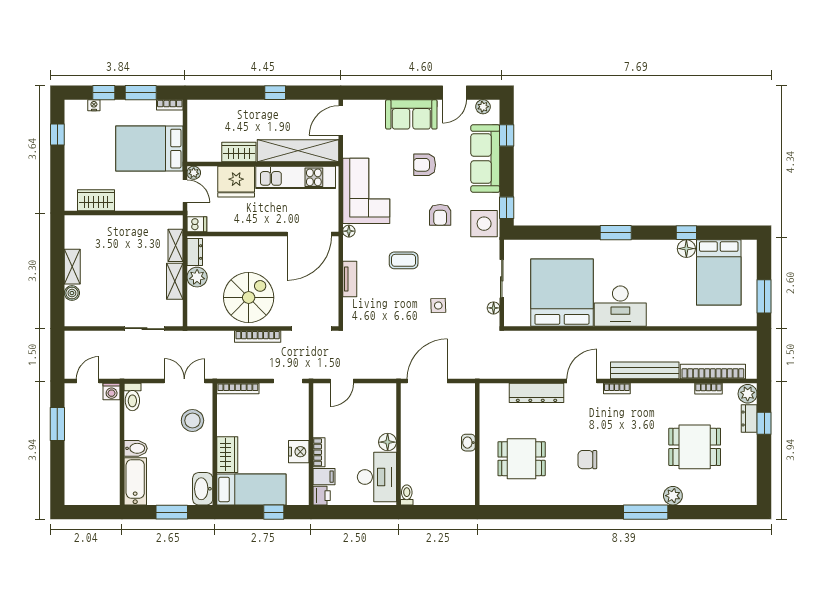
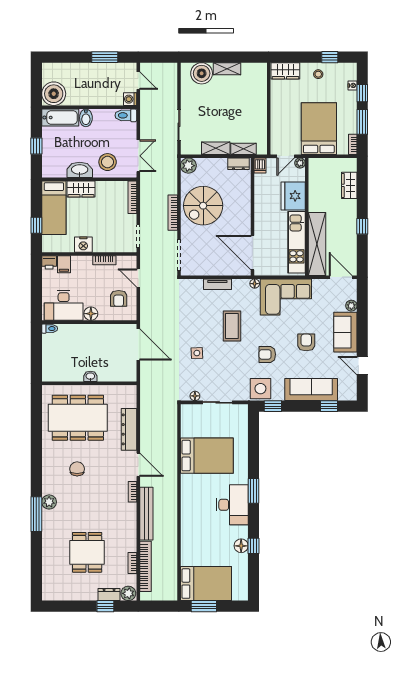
plant: (483, 107) -> (351, 306), moved
stool: (79, 149) -> (318, 74), added
wardrobe: (239, 152) -> (349, 185), moved, turned 180
wardrobe: (96, 200) -> (285, 71), moved, turned 90
coffee table: (404, 260) -> (232, 326), width x1.36, depth x1.30
bed: (719, 272) -> (206, 584), moved, turned 180
plant: (197, 277) -> (188, 166), moved
boiler: (72, 293) -> (202, 73), width x1.86, depth x1.86
bed: (562, 293) -> (207, 456), width x0.73
spiral stairs: (249, 297) -> (203, 206), turned 90
desk: (620, 306) -> (232, 505), moved, turned 180
armchair: (368, 406) -> (119, 298), added
bookcase: (319, 452) -> (104, 260), moved
dining table: (522, 459) -> (78, 418), width x1.88, depth x1.24
washbasin: (203, 489) -> (80, 170), moved
boiler: (105, 490) -> (54, 94), added
plant: (673, 496) -> (49, 502), moved
window: (172, 512) -> (36, 146), width x0.67

